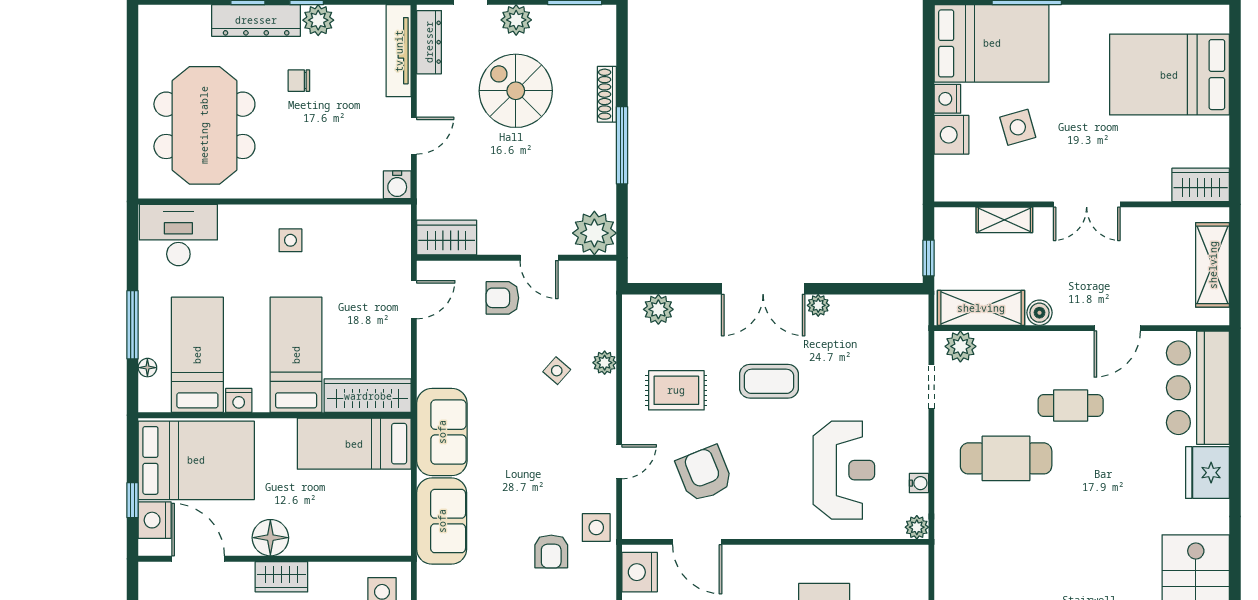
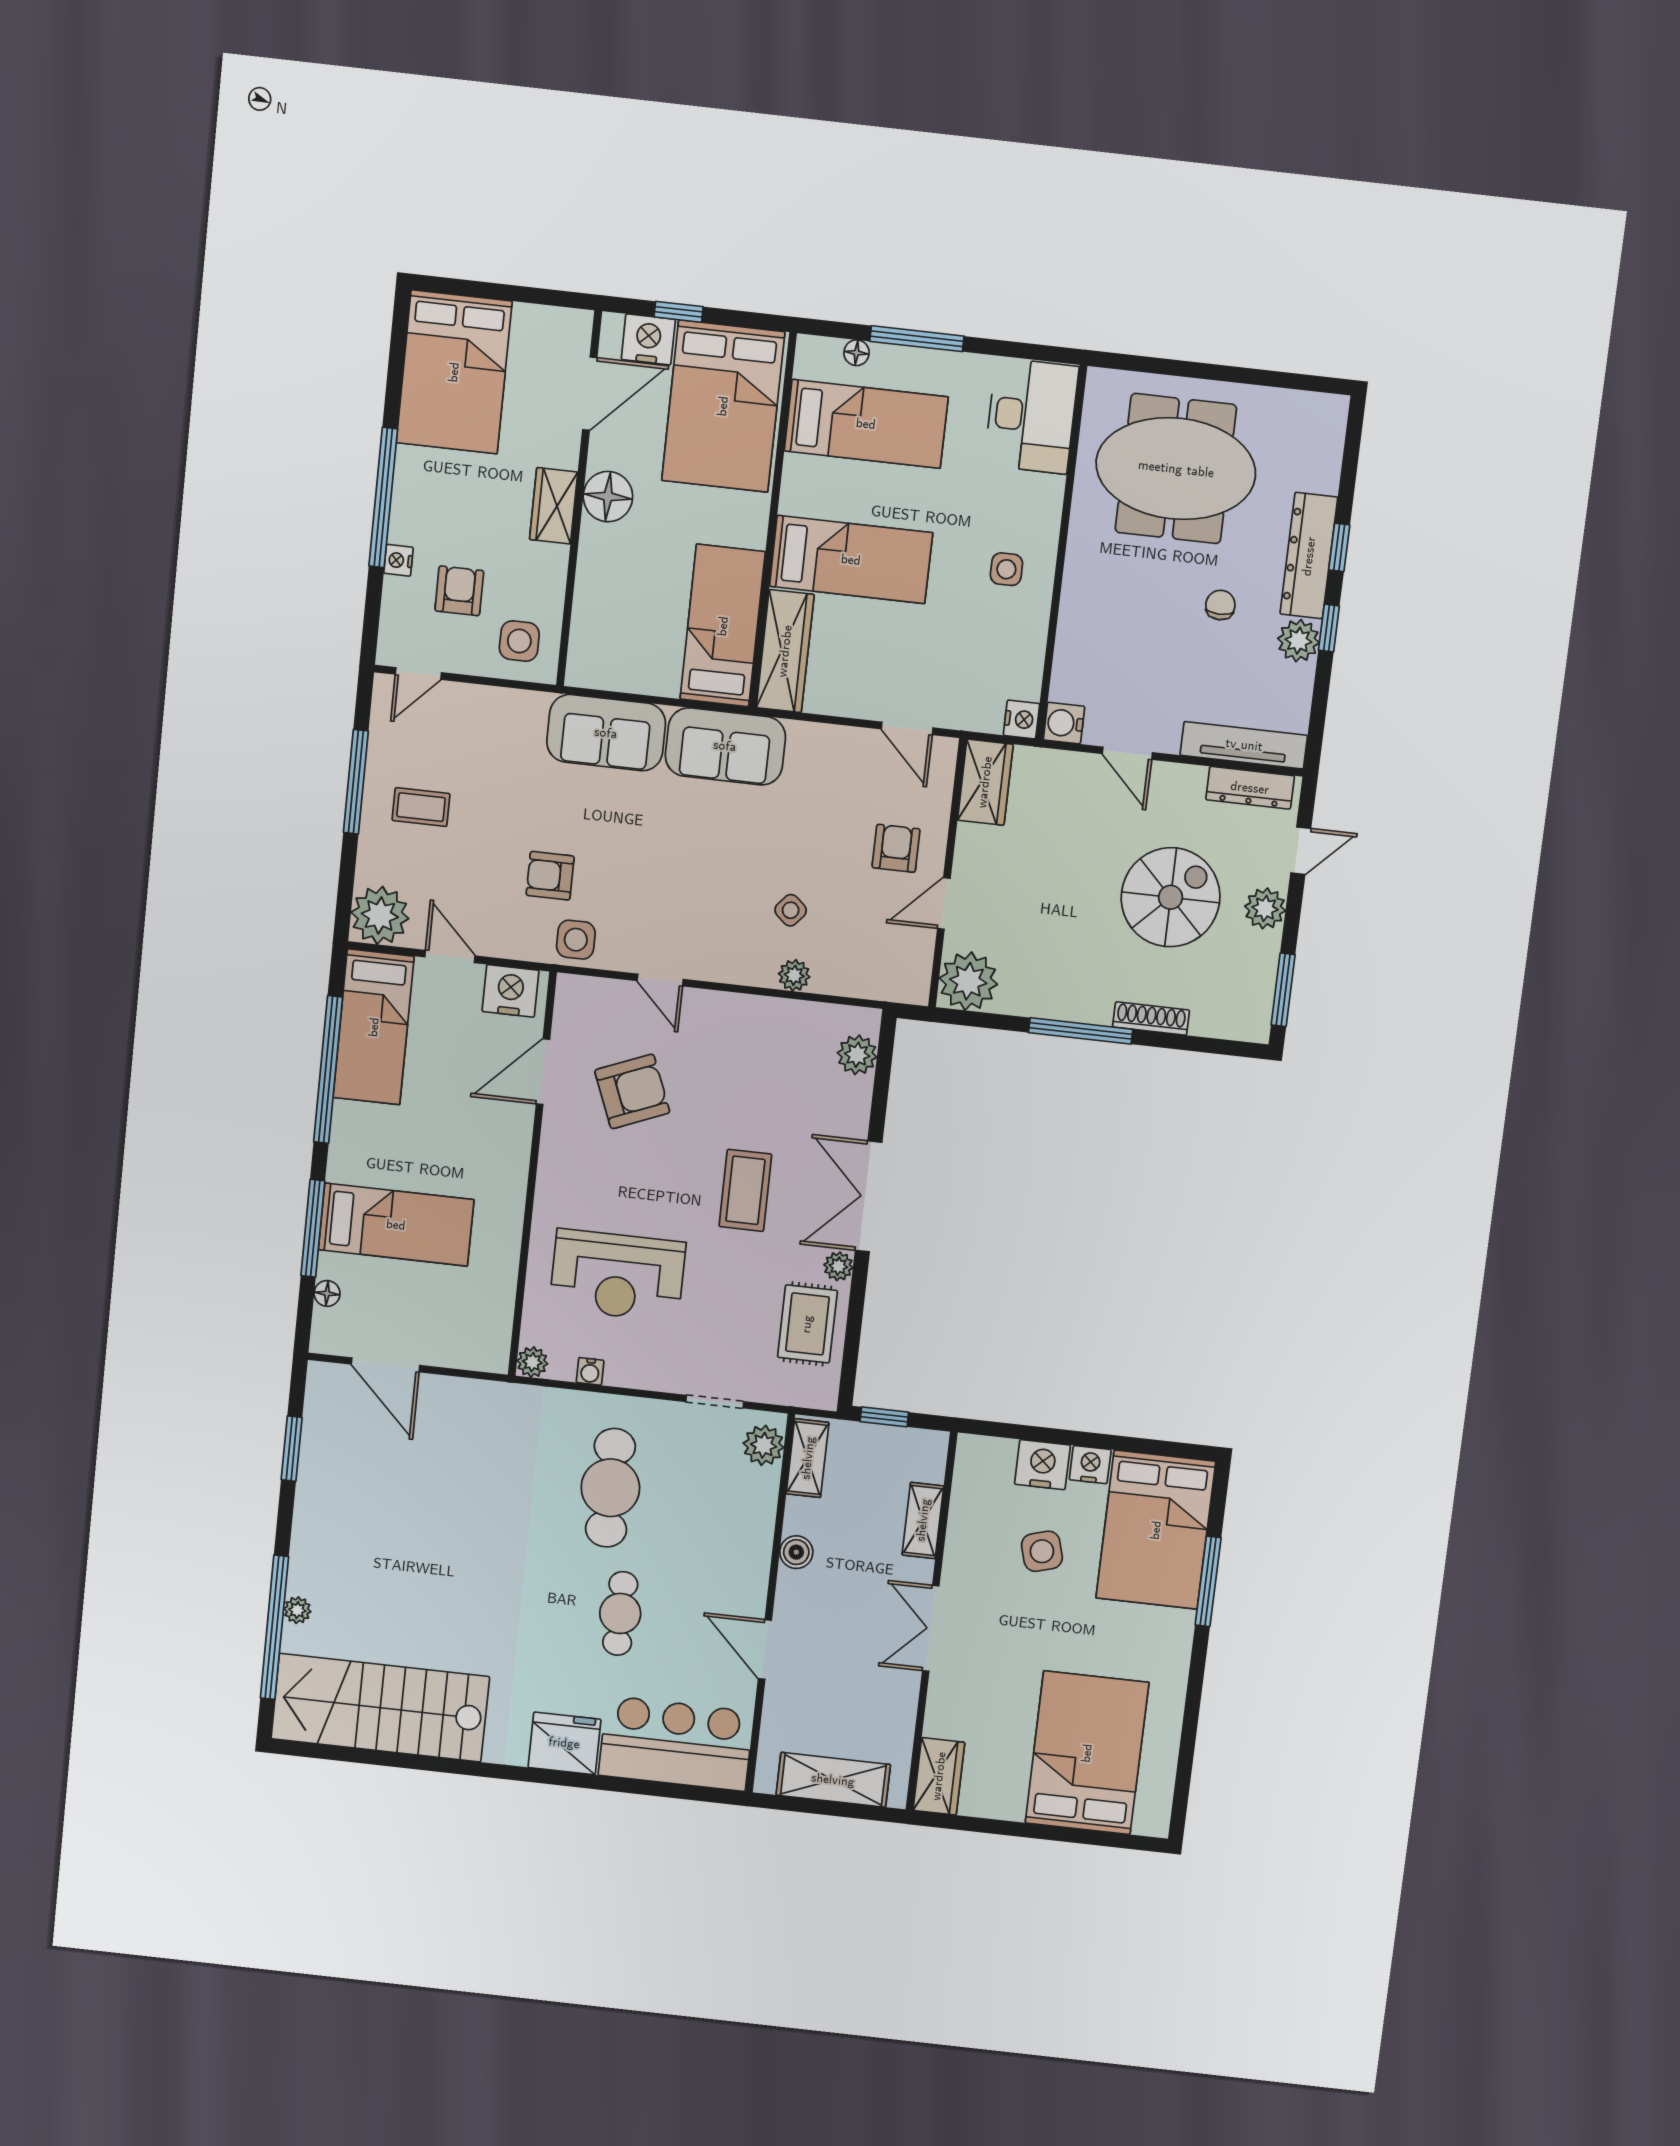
shelving: (981, 308) -> (808, 1458), width x0.67, depth x0.75
rug: (676, 390) -> (807, 1324), moved
nightstand: (239, 400) -> (1021, 719), moved, turned 180
cafe table: (1071, 405) -> (620, 1613), moved

